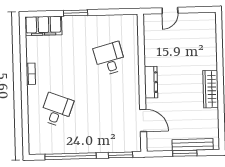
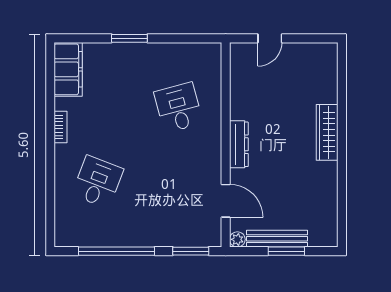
filing cabinet: (43, 26) -> (68, 69), moved, turned -90
wardrobe: (211, 89) -> (327, 132), moved
bench: (193, 145) -> (277, 239), moved
plant: (152, 146) -> (237, 239), added

